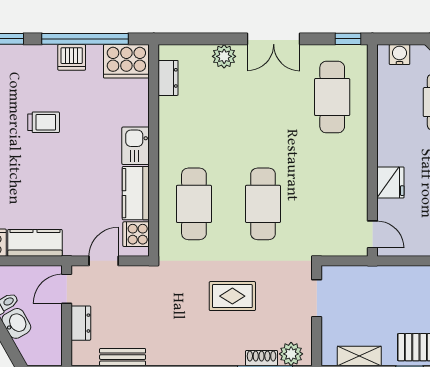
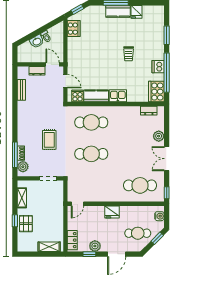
fridge: (390, 182) -> (112, 212), moved
kitchen counter: (35, 243) -> (74, 50), removed

